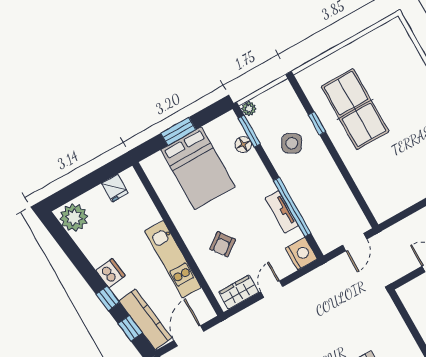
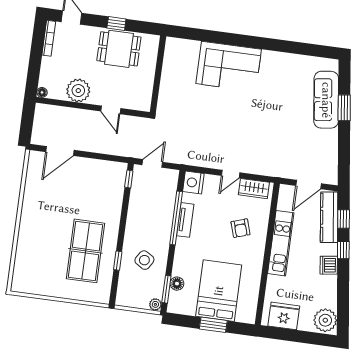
fridge: (115, 188) -> (284, 316), width x1.88, depth x1.34
window: (366, 210) -> (129, 179), added
armchair: (223, 244) -> (241, 228), turned 109

